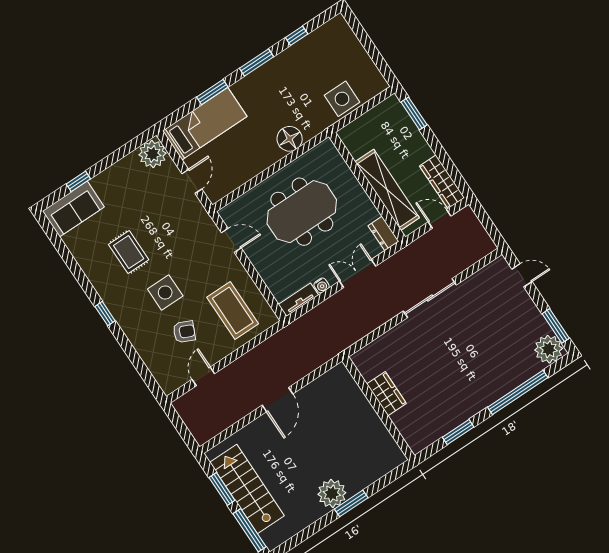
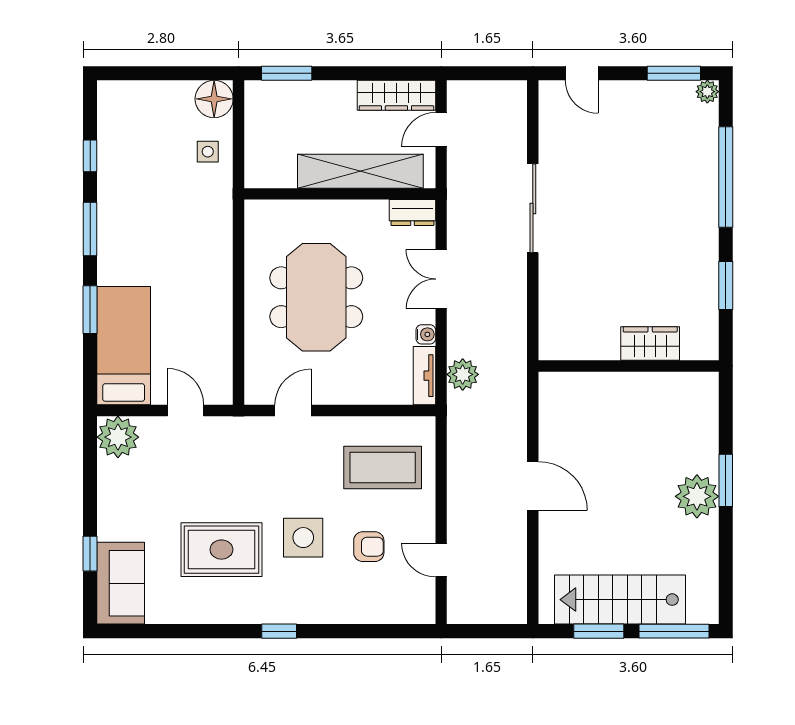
side table: (342, 99) -> (208, 152), width x0.54, depth x0.54
floor lamp: (290, 139) -> (214, 99), moved
rug: (129, 252) -> (221, 550), width x1.36, depth x1.43
door: (522, 275) -> (582, 73), swing flipped
plant: (313, 320) -> (463, 374), added
armchair: (184, 332) -> (369, 547), turned 66
plant: (549, 349) -> (707, 92), width x0.53, depth x0.53
wardrobe: (386, 394) -> (650, 344), moved

